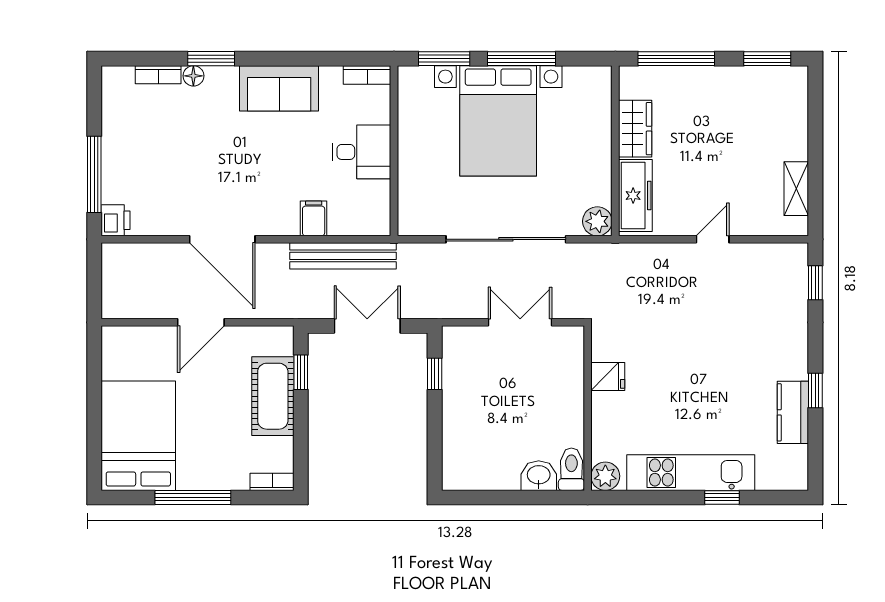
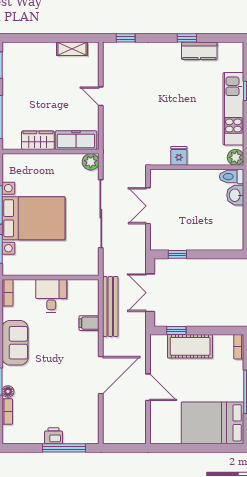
printer: (116, 220) -> (54, 436), moved

